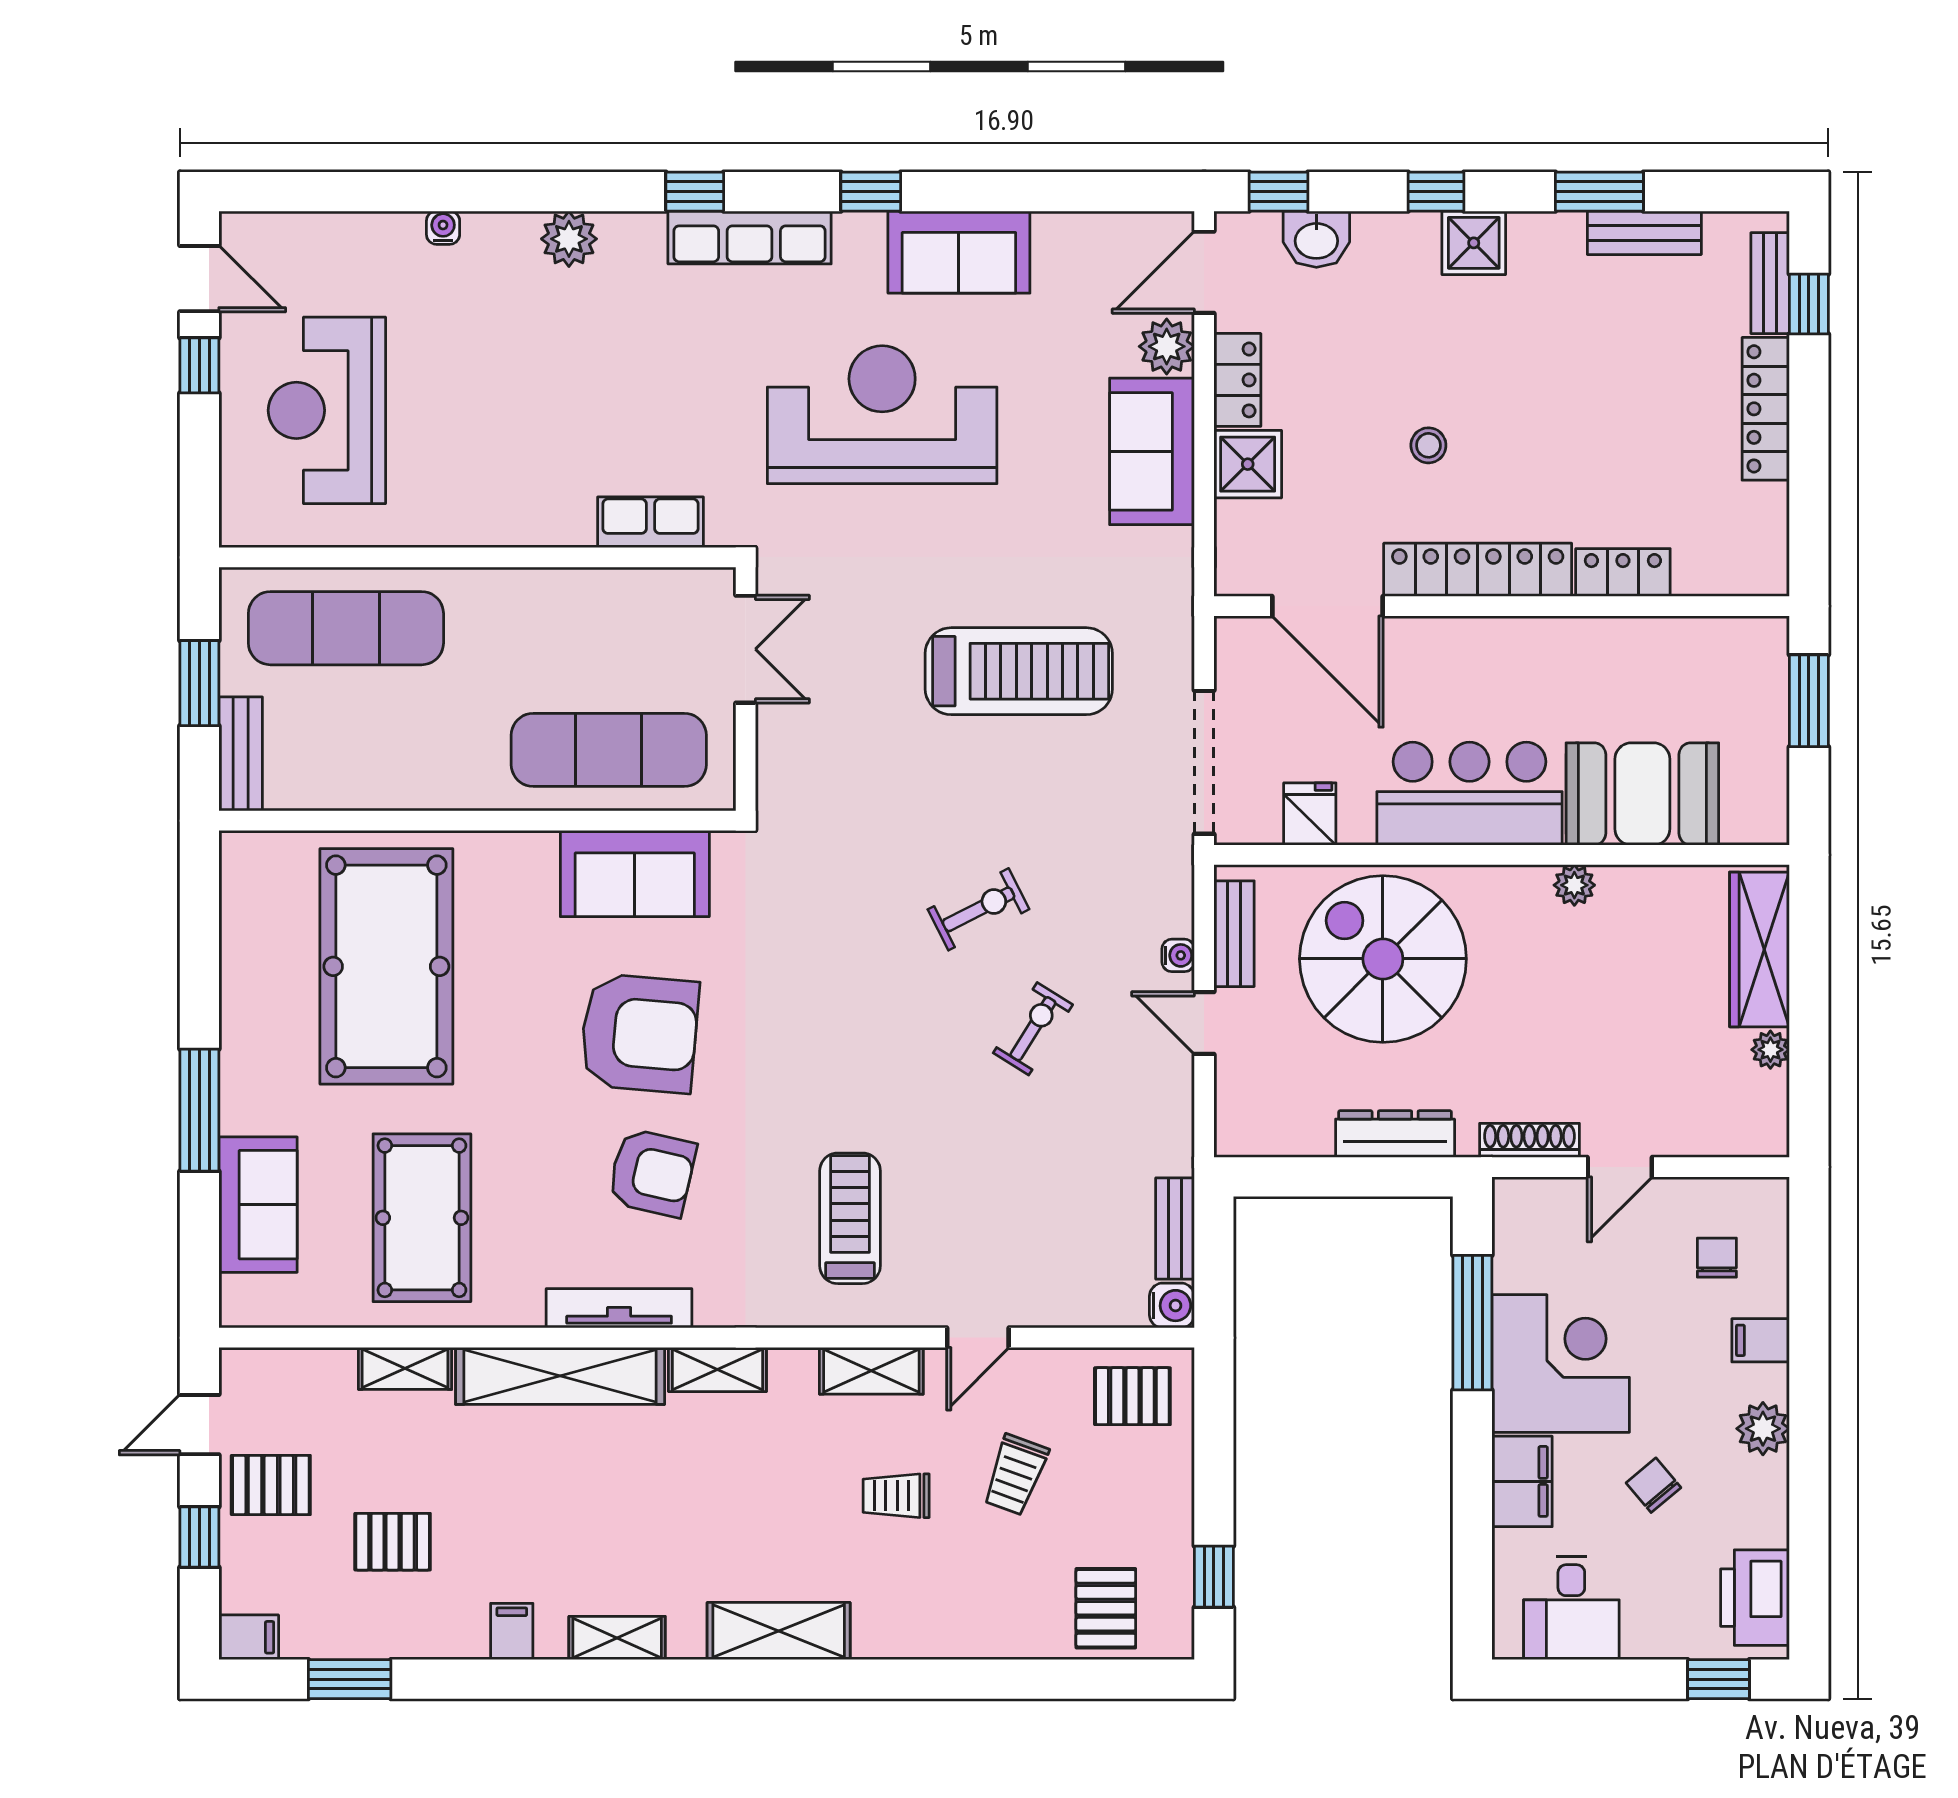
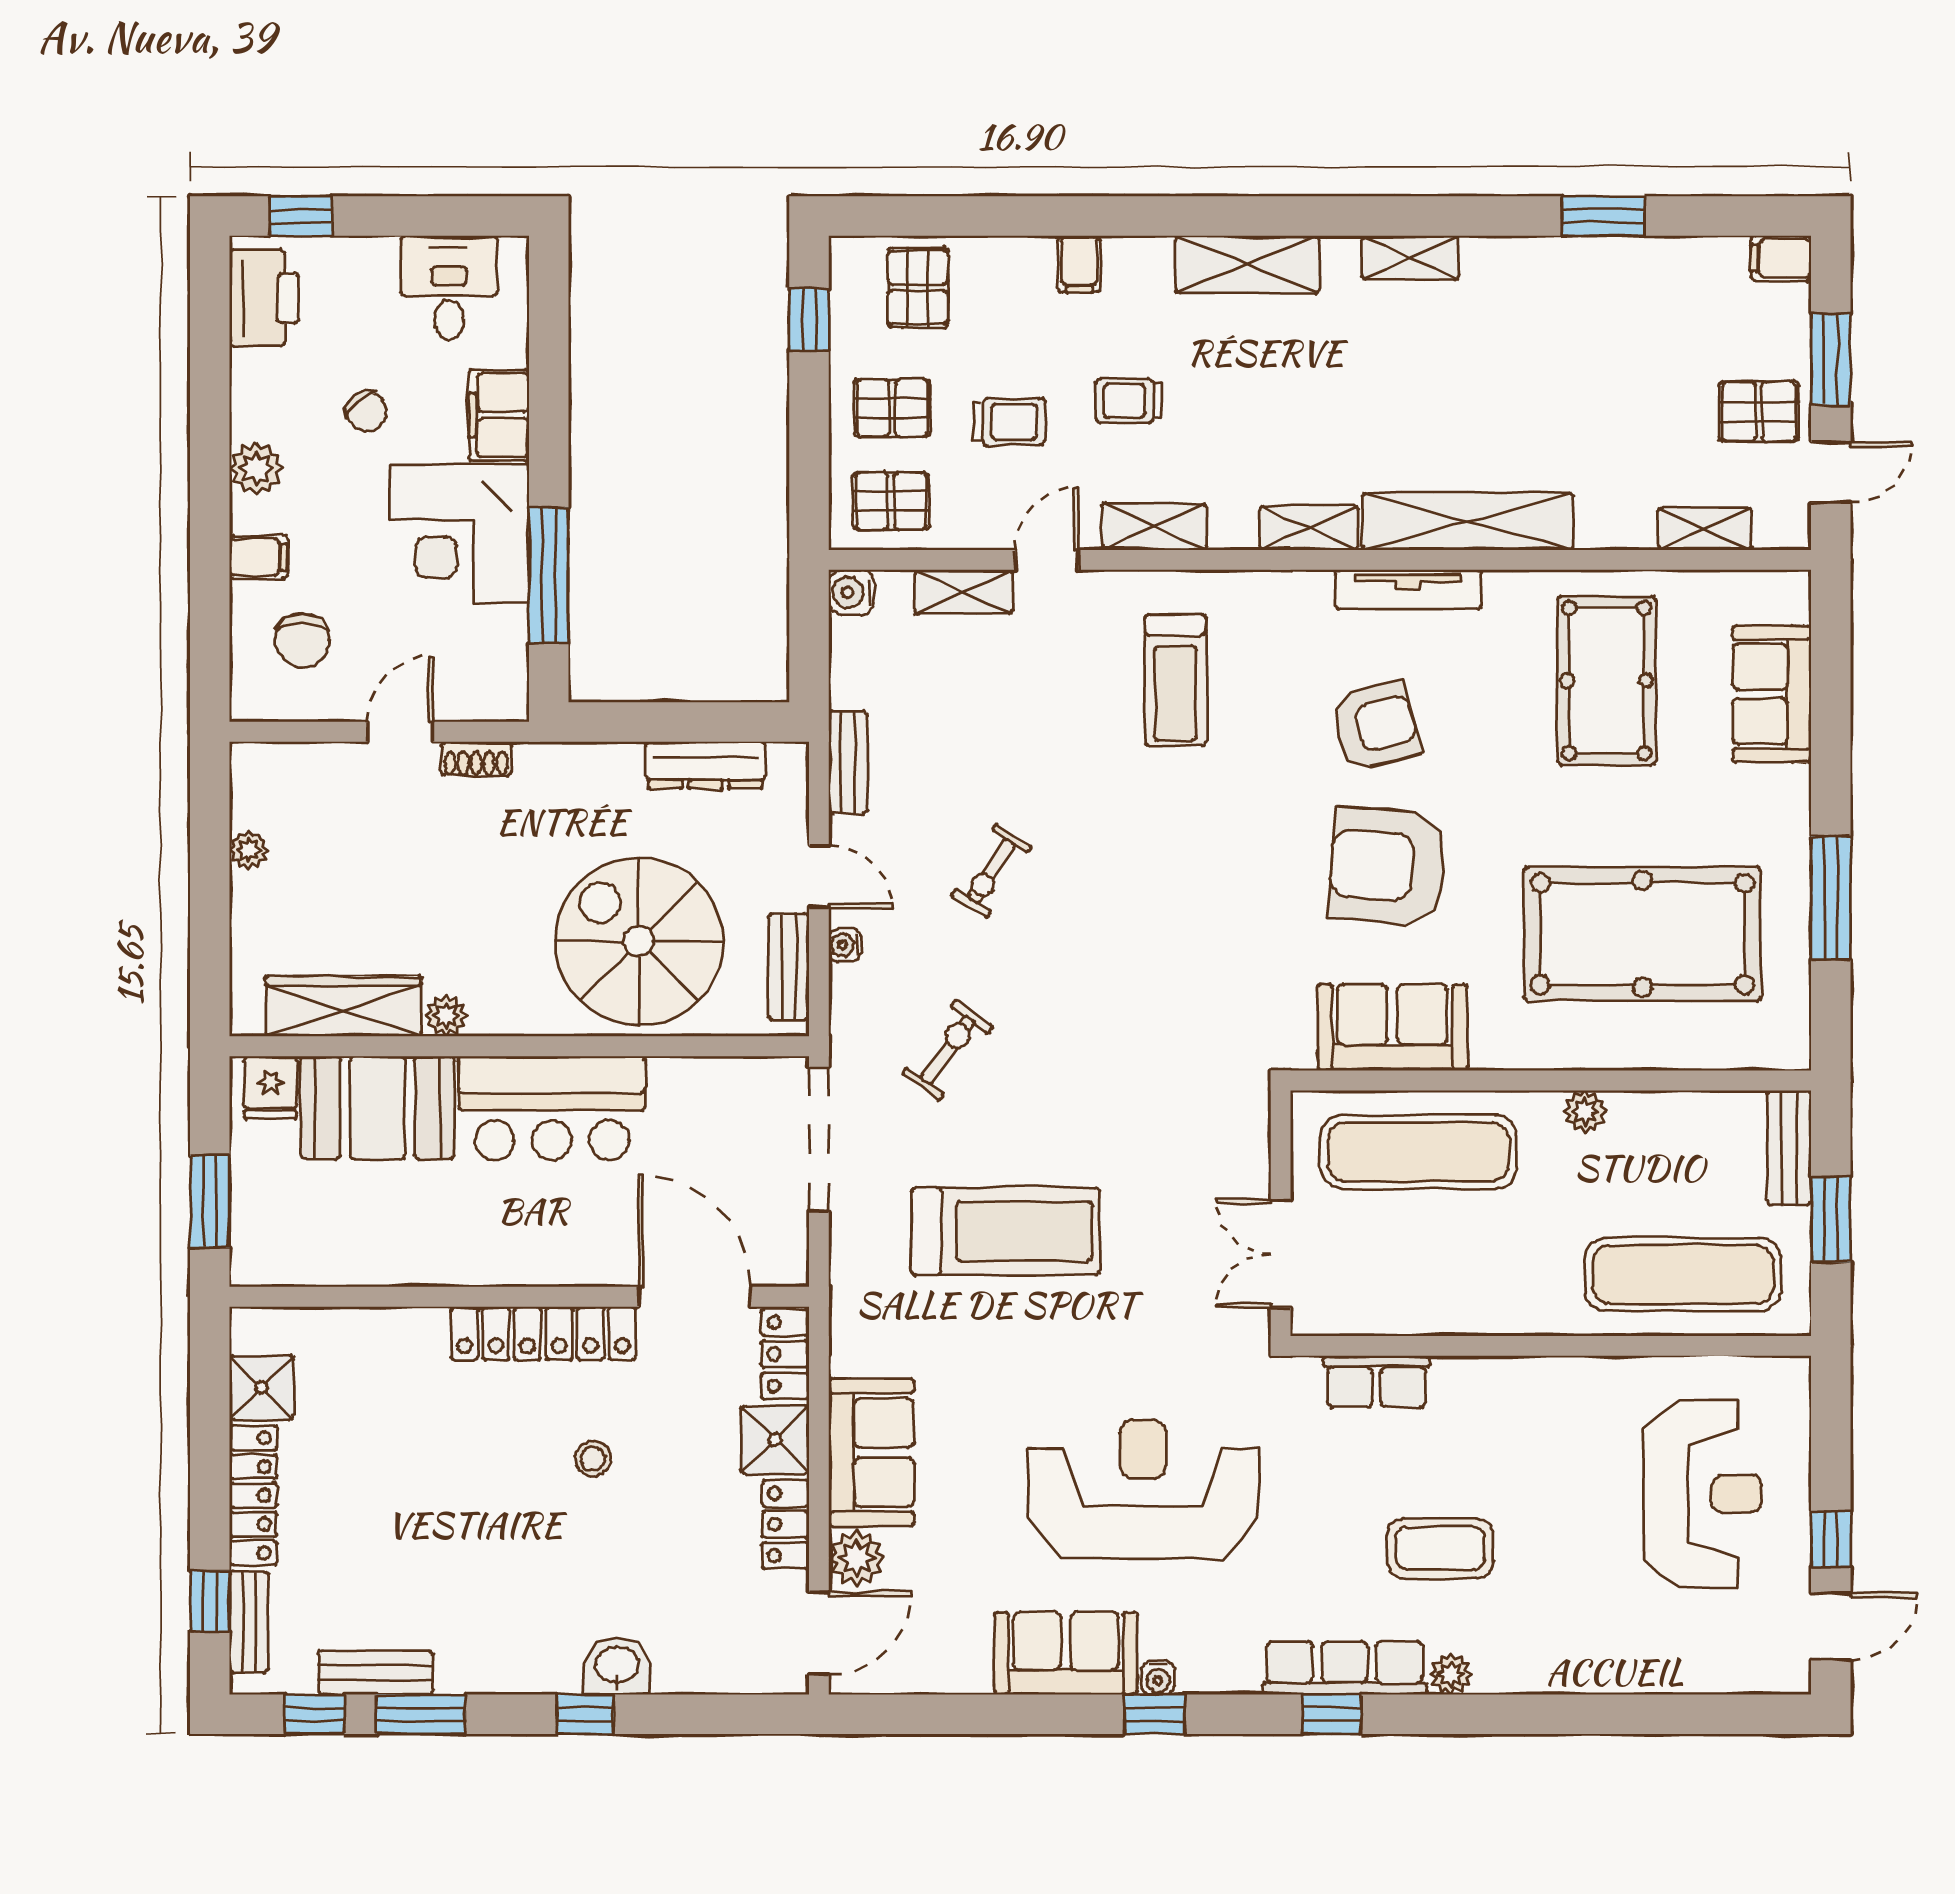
window: (1279, 192) -> (314, 1714), moved
water cooler: (443, 228) -> (1158, 1678), moved
row of seats: (750, 237) -> (1344, 1668), moved
plant: (569, 239) -> (1451, 1674), width x0.73, depth x0.73
washbasin: (1316, 239) -> (617, 1666), moved
shower: (1474, 243) -> (261, 1388), moved
door: (199, 279) -> (1831, 1627), swing flipped
coffee table: (587, 356) -> (1440, 1548), added
reception desk: (882, 415) -> (1143, 1490), turned 180
locker: (1623, 572) -> (785, 1354), moved, turned 90
treadmill: (1019, 671) -> (1006, 1231), turned 180
plant: (443, 790) -> (1585, 1111), added
fridge: (1310, 814) -> (270, 1087), moved
exercise bike: (978, 909) -> (948, 1050), moved, turned 153
wardrobe: (1759, 949) -> (344, 1006), moved, turned -90
spiral stairs: (1383, 959) -> (639, 941), turned 180
pool table: (386, 966) -> (1642, 934), turned 90
window: (199, 1110) -> (1831, 898), moved
dresser: (1395, 1134) -> (705, 765), moved
shoe rack: (1529, 1140) -> (476, 759), width x0.70
armchair: (652, 1173) -> (1375, 726), turned 152
bench: (1175, 1229) -> (848, 762), moved
chair: (1717, 1258) -> (302, 641), width x1.37, depth x1.37
shelving: (1060, 1306) -> (964, 592), added
shelving: (405, 1368) -> (1705, 529), moved
trolley: (1015, 1475) -> (1009, 422), turned 70
trolley: (896, 1496) -> (1129, 401), turned 180
window: (199, 1537) -> (1831, 359), width x1.50
pallet: (393, 1542) -> (892, 408), moved
filing cabinet: (512, 1631) -> (1079, 264), moved
window: (350, 1679) -> (1603, 216), moved

